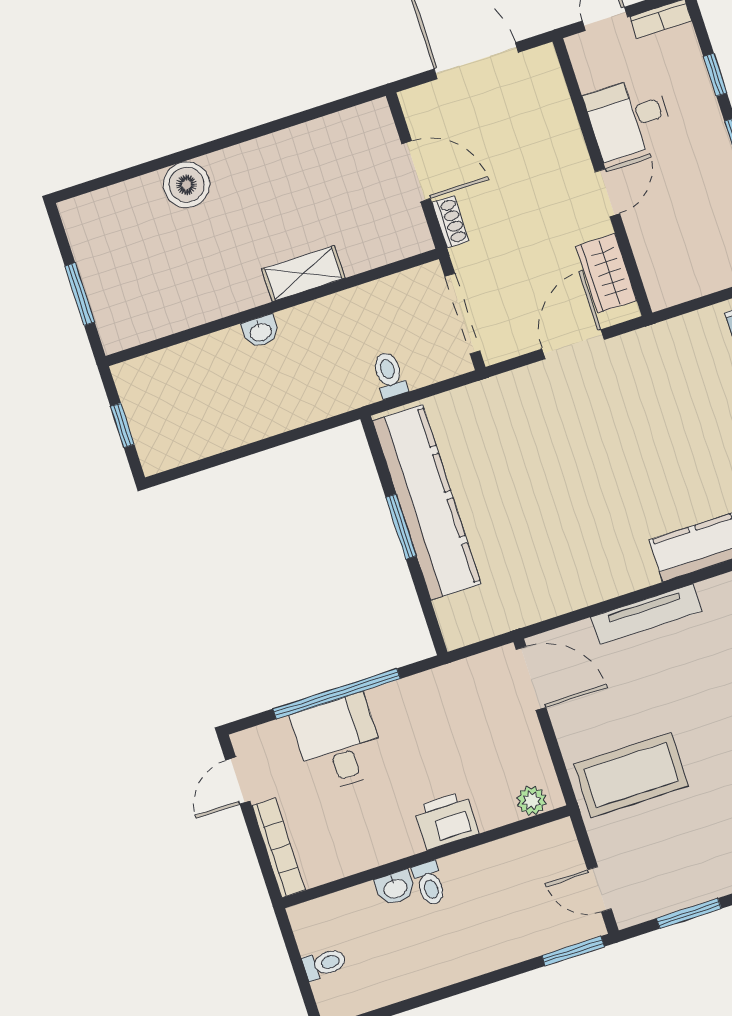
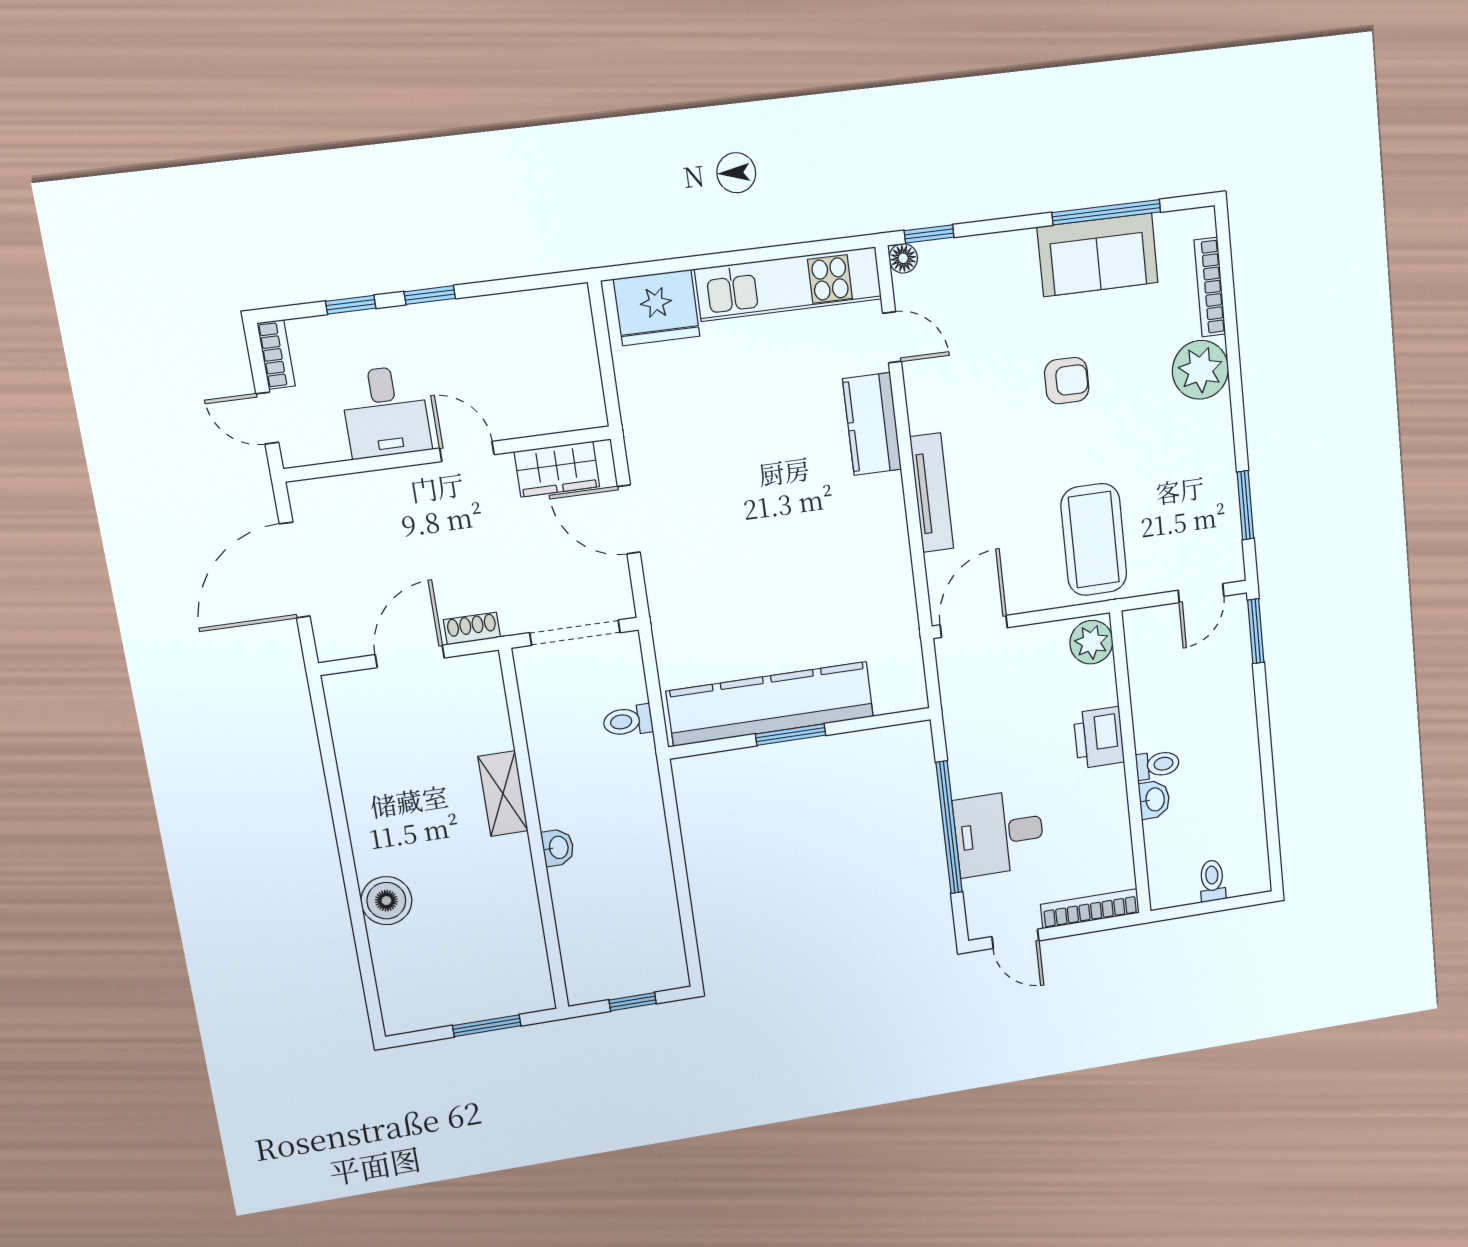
plant: (532, 801) -> (1091, 642), width x1.38, depth x1.38

